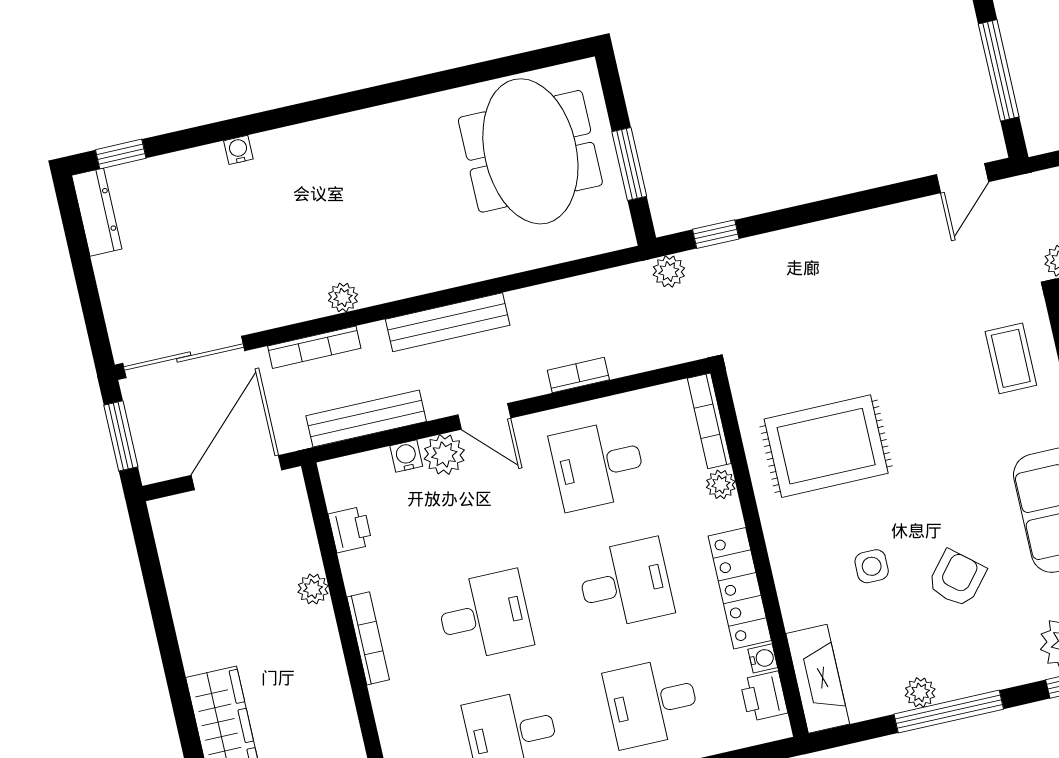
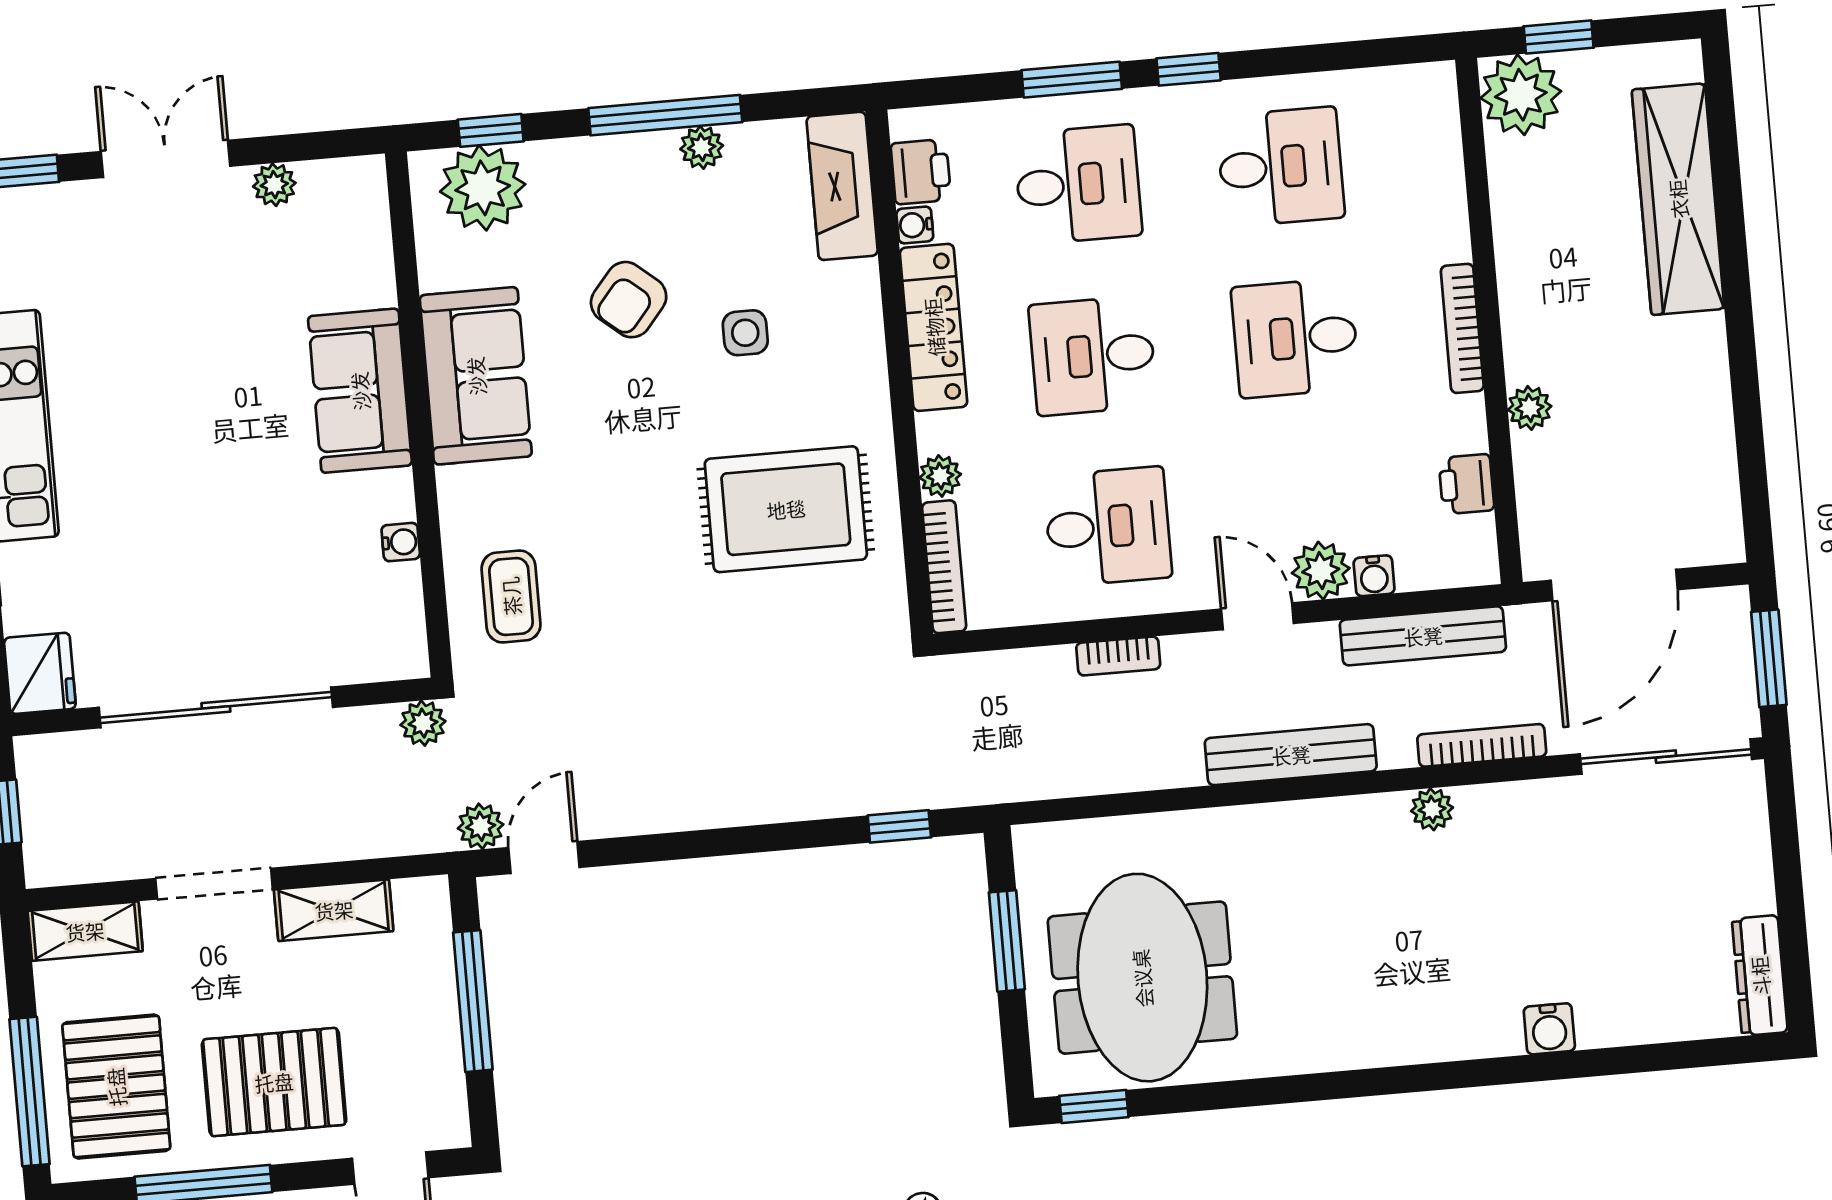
water cooler: (238, 150) -> (1549, 1029), width x1.38, depth x1.38
window: (121, 154) -> (1094, 1107), moved
plant: (669, 271) -> (481, 826), moved

